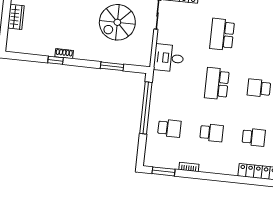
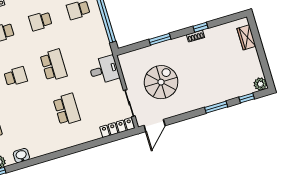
wardrobe: (16, 17) -> (246, 37), moved
window: (112, 66) -> (160, 39), moved

